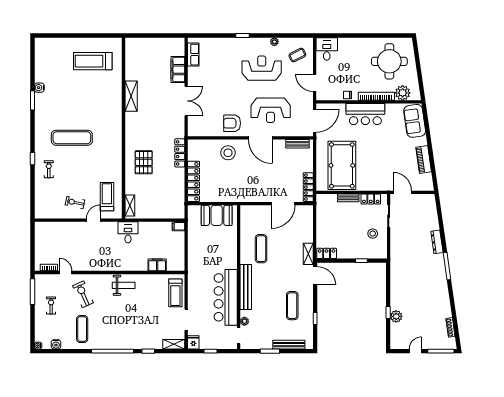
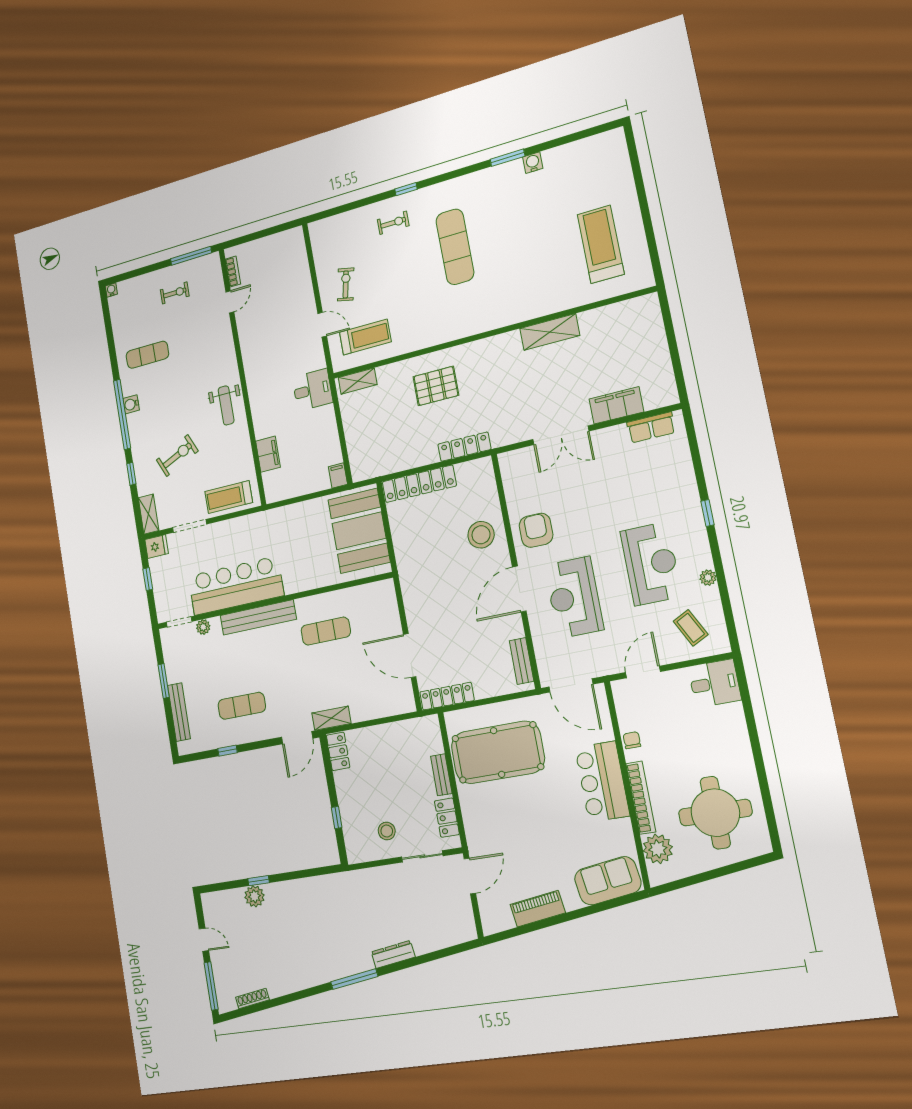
booth: (217, 215) -> (359, 531), width x1.36, depth x1.42
exercise bike: (83, 294) -> (177, 455), moved
water cooler: (56, 344) -> (131, 404), moved

